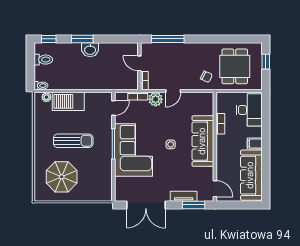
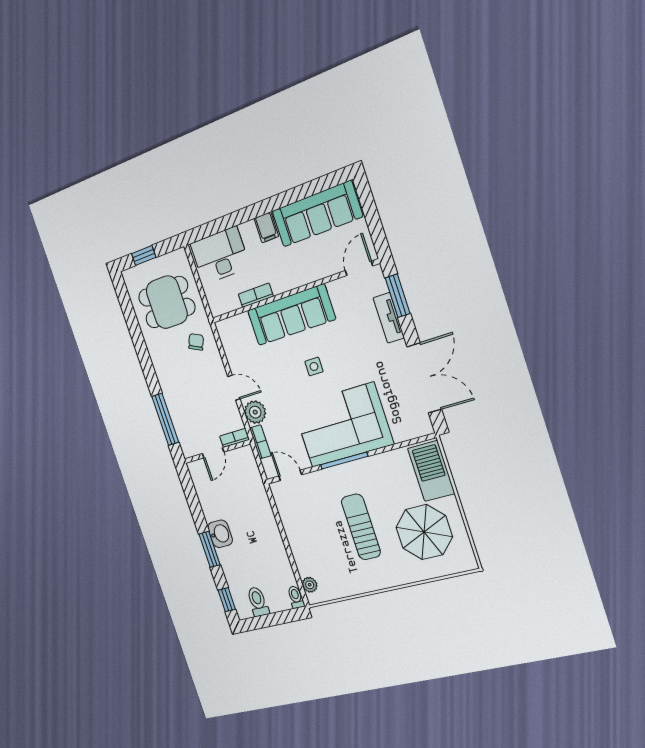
barbecue: (68, 101) -> (431, 471), moved, turned 180

